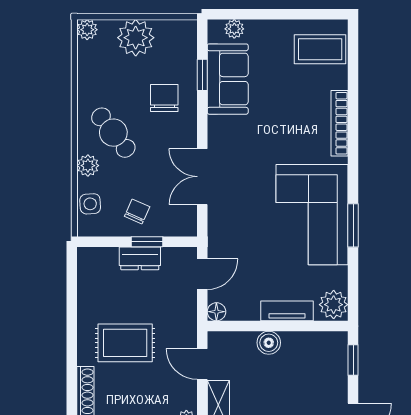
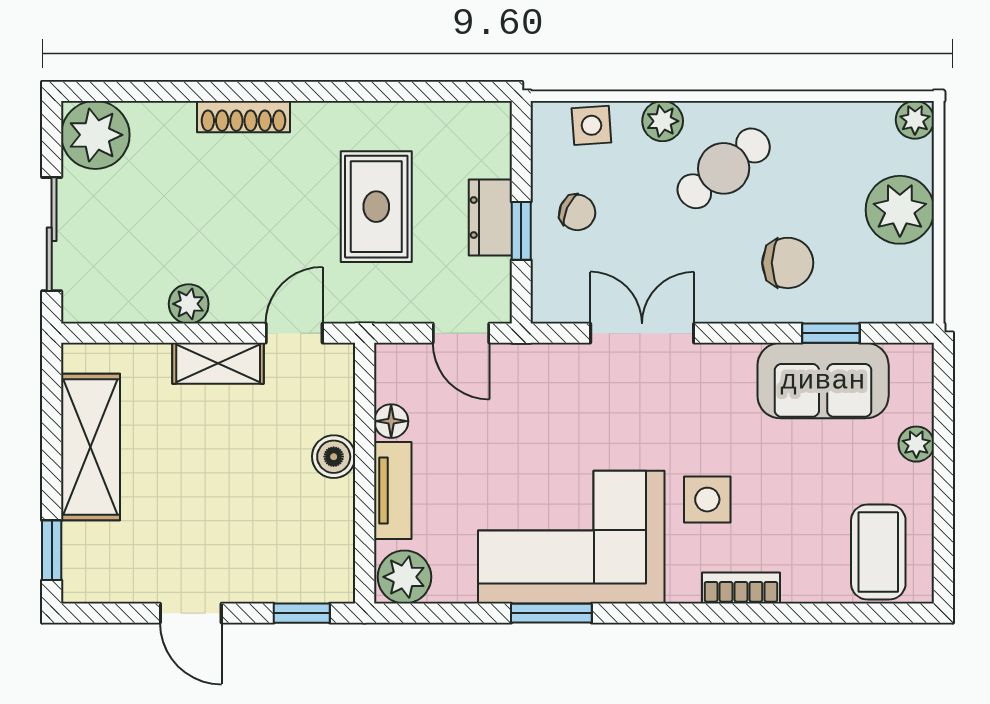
plant: (234, 29) -> (916, 444), moved
bookcase: (339, 123) -> (741, 588), width x0.64
side table: (292, 141) -> (707, 500), added
floor lamp: (216, 312) -> (391, 421), moved
rug: (125, 343) -> (376, 207), moved

